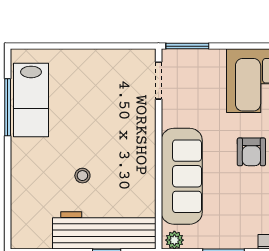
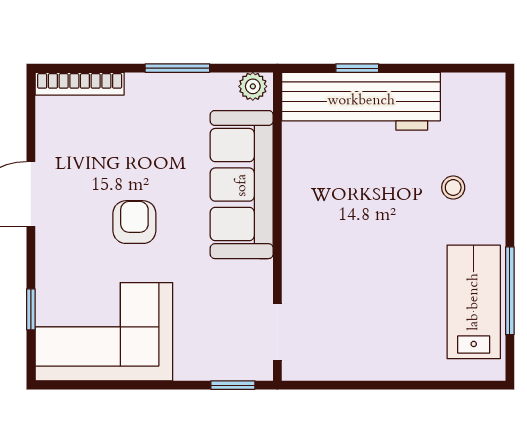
window: (187, 46) -> (233, 385), width x0.67
stool: (82, 176) -> (453, 187), moved

